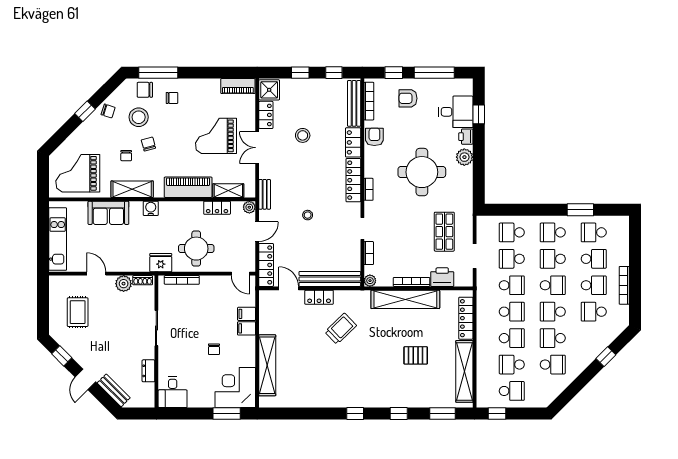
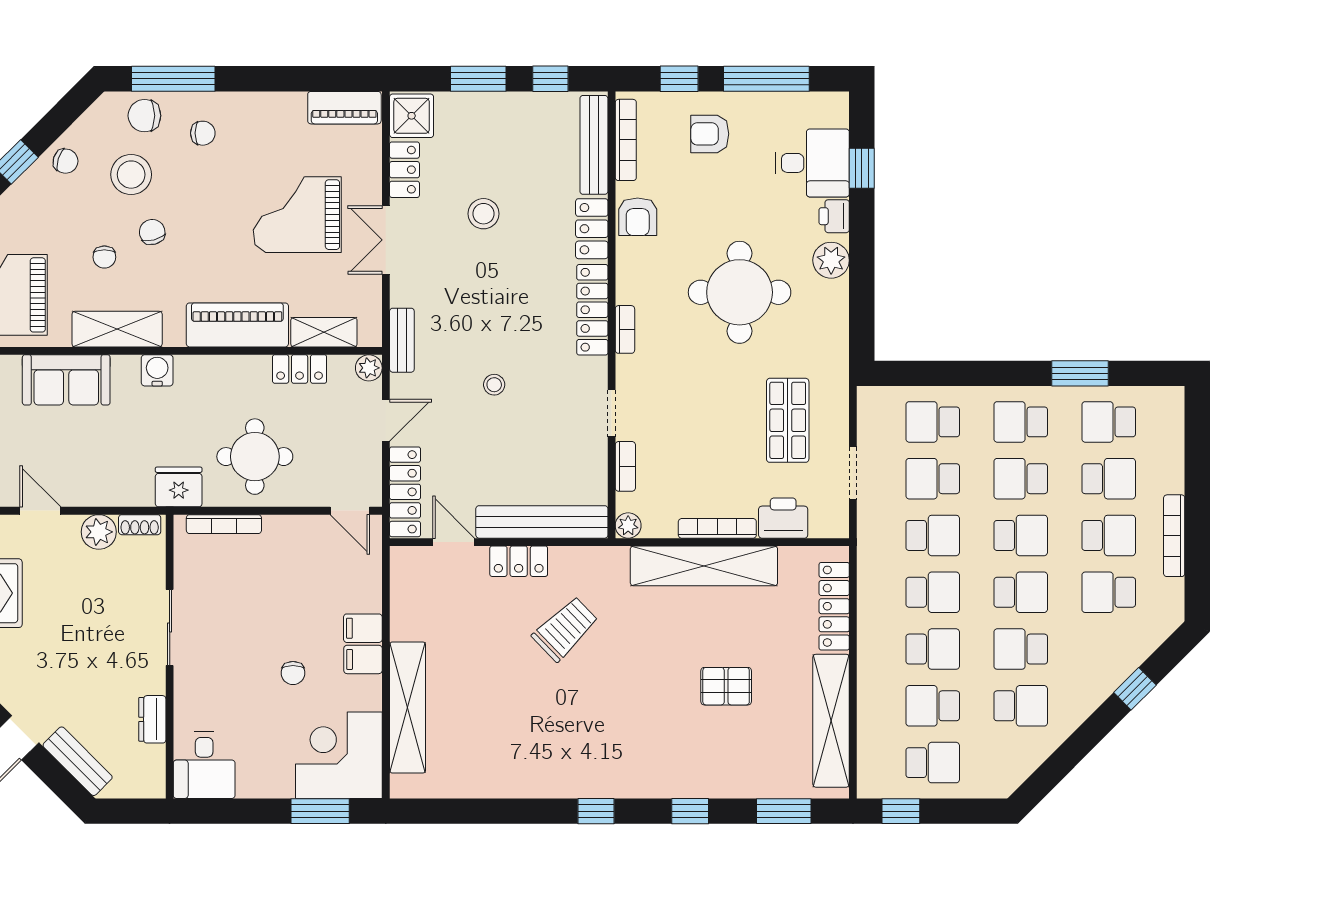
window: (300, 73) -> (478, 79), width x1.50
armchair: (374, 137) -> (638, 217), turned 180
school desk: (553, 312) -> (1021, 592), turned 180
filing cabinet: (247, 314) -> (363, 659), moved

